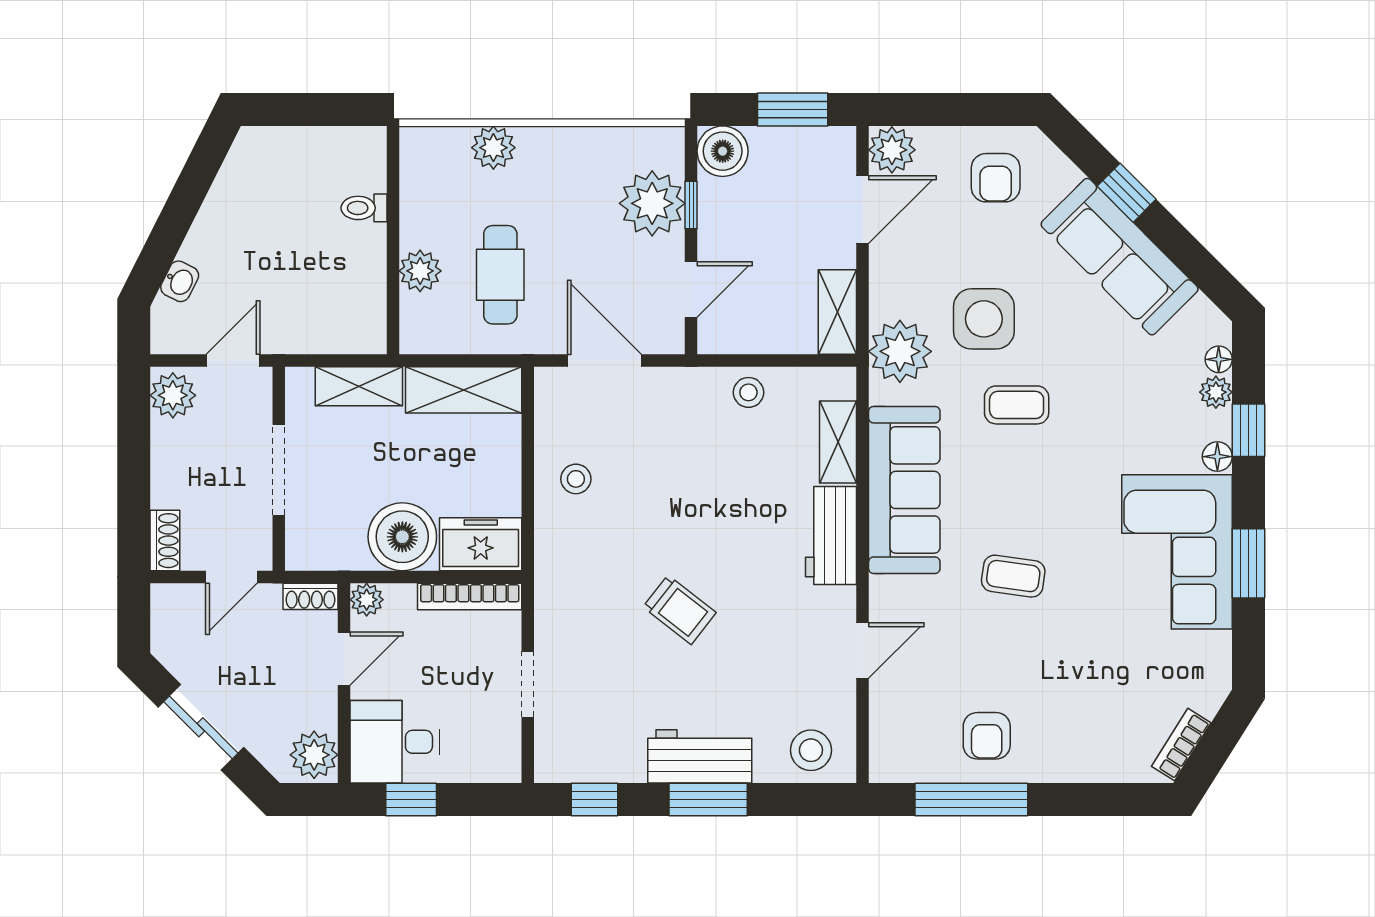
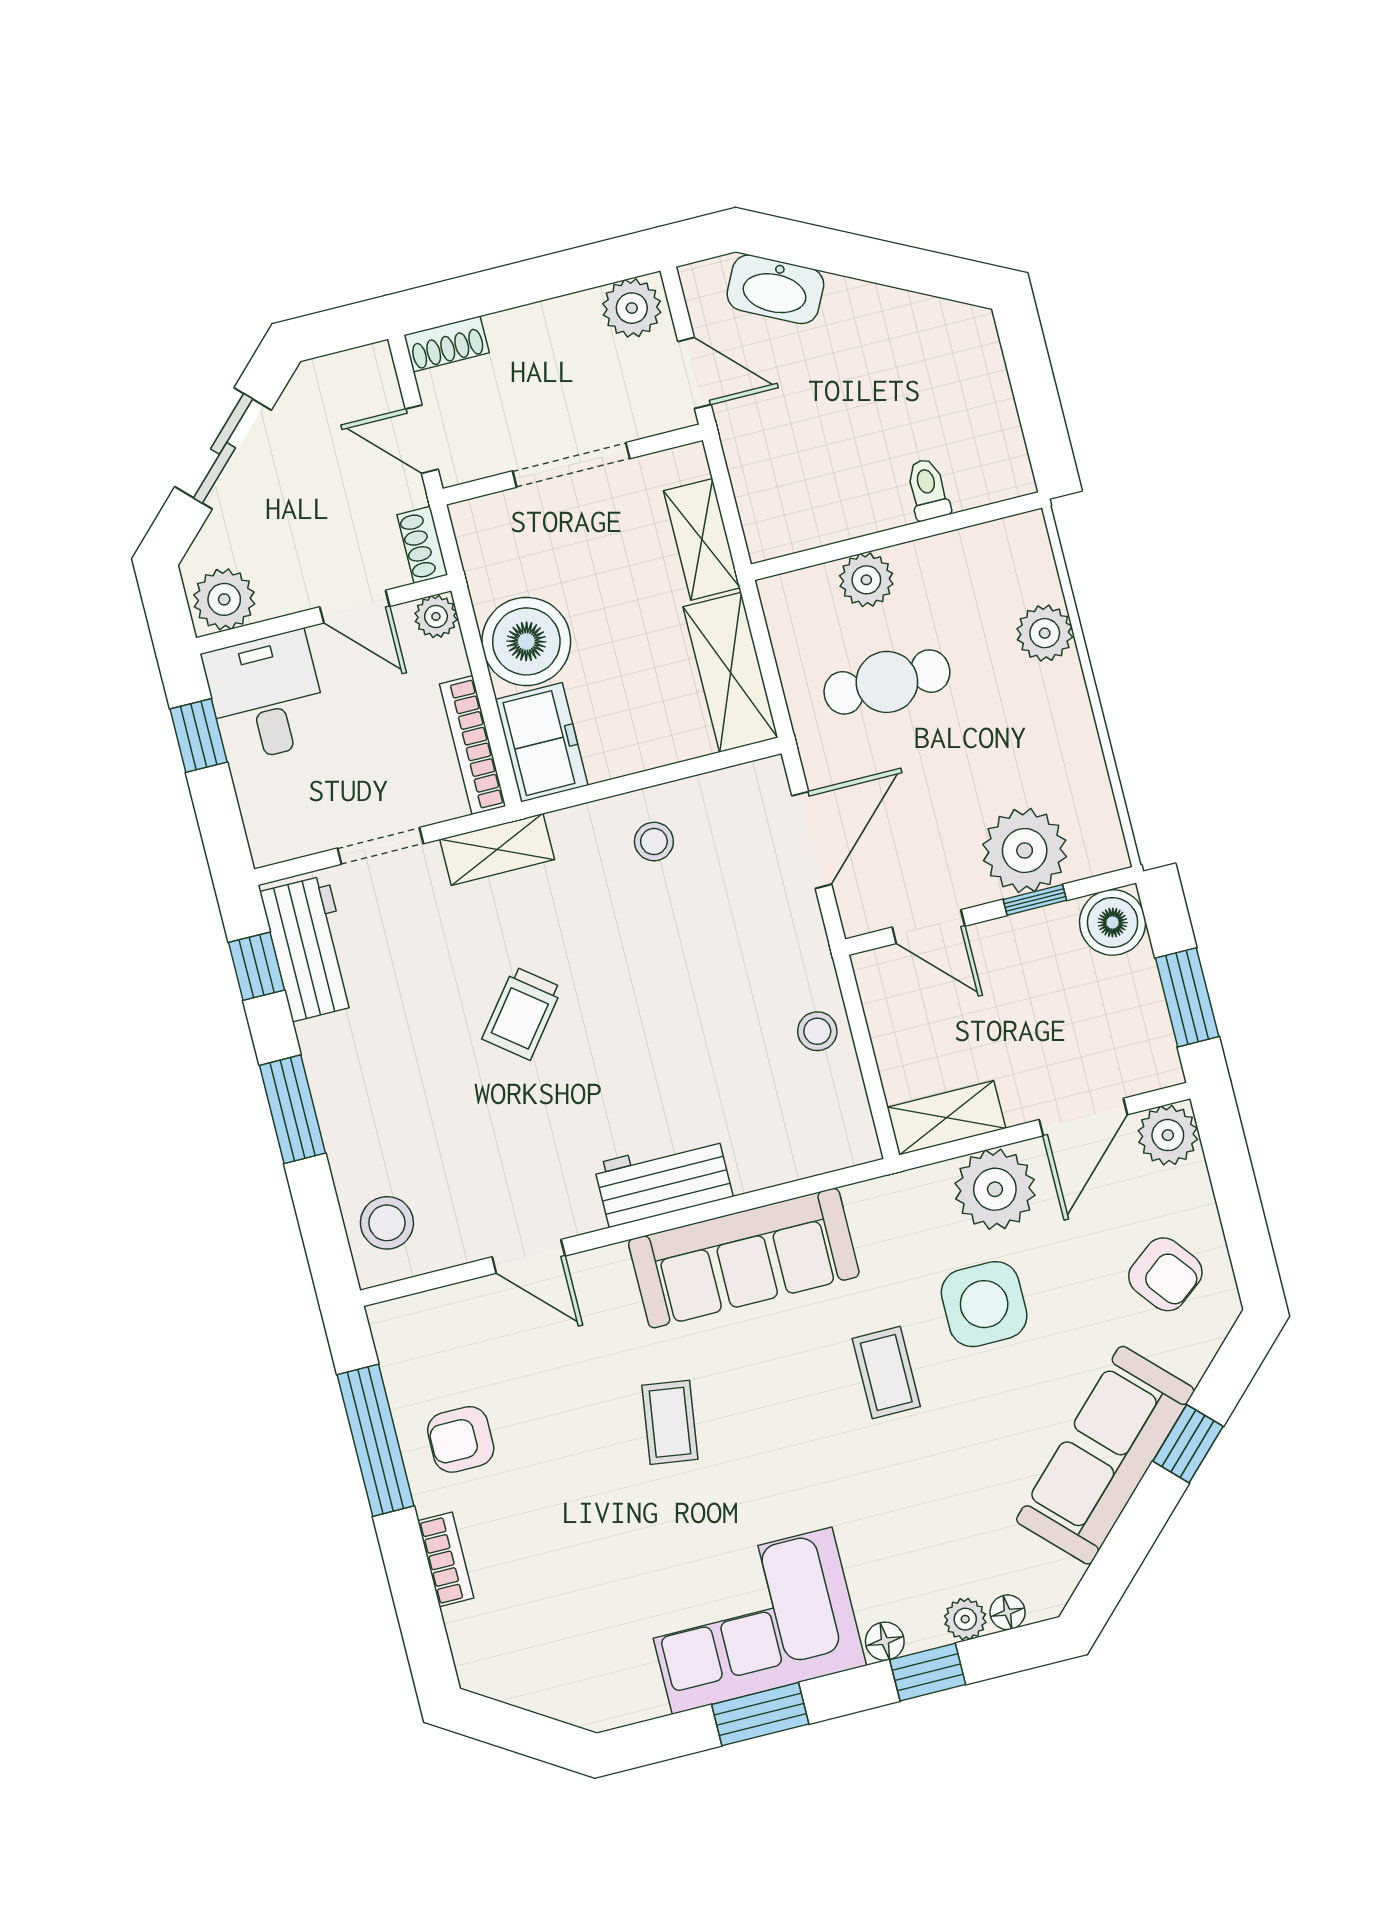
armchair: (996, 178) -> (1165, 1274), turned -128
door: (863, 210) -> (1083, 1117), hinge flipped
washbasin: (180, 281) -> (775, 289), width x1.91, depth x1.45
plant: (900, 351) -> (995, 1189), moved
shelving: (838, 442) -> (497, 849), moved
bookcase: (1181, 745) -> (446, 1559), moved, turned 58
workbench: (700, 756) -> (310, 948), moved

